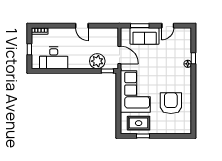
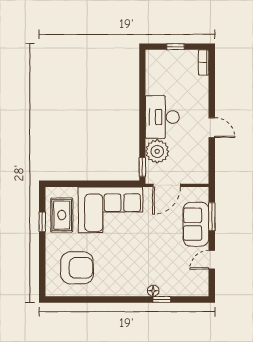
door: (82, 26) -> (212, 128), swing flipped
door: (168, 26) -> (212, 260), hinge flipped
desk: (54, 58) -> (162, 117), moved
armchair: (171, 103) -> (77, 268), moved

